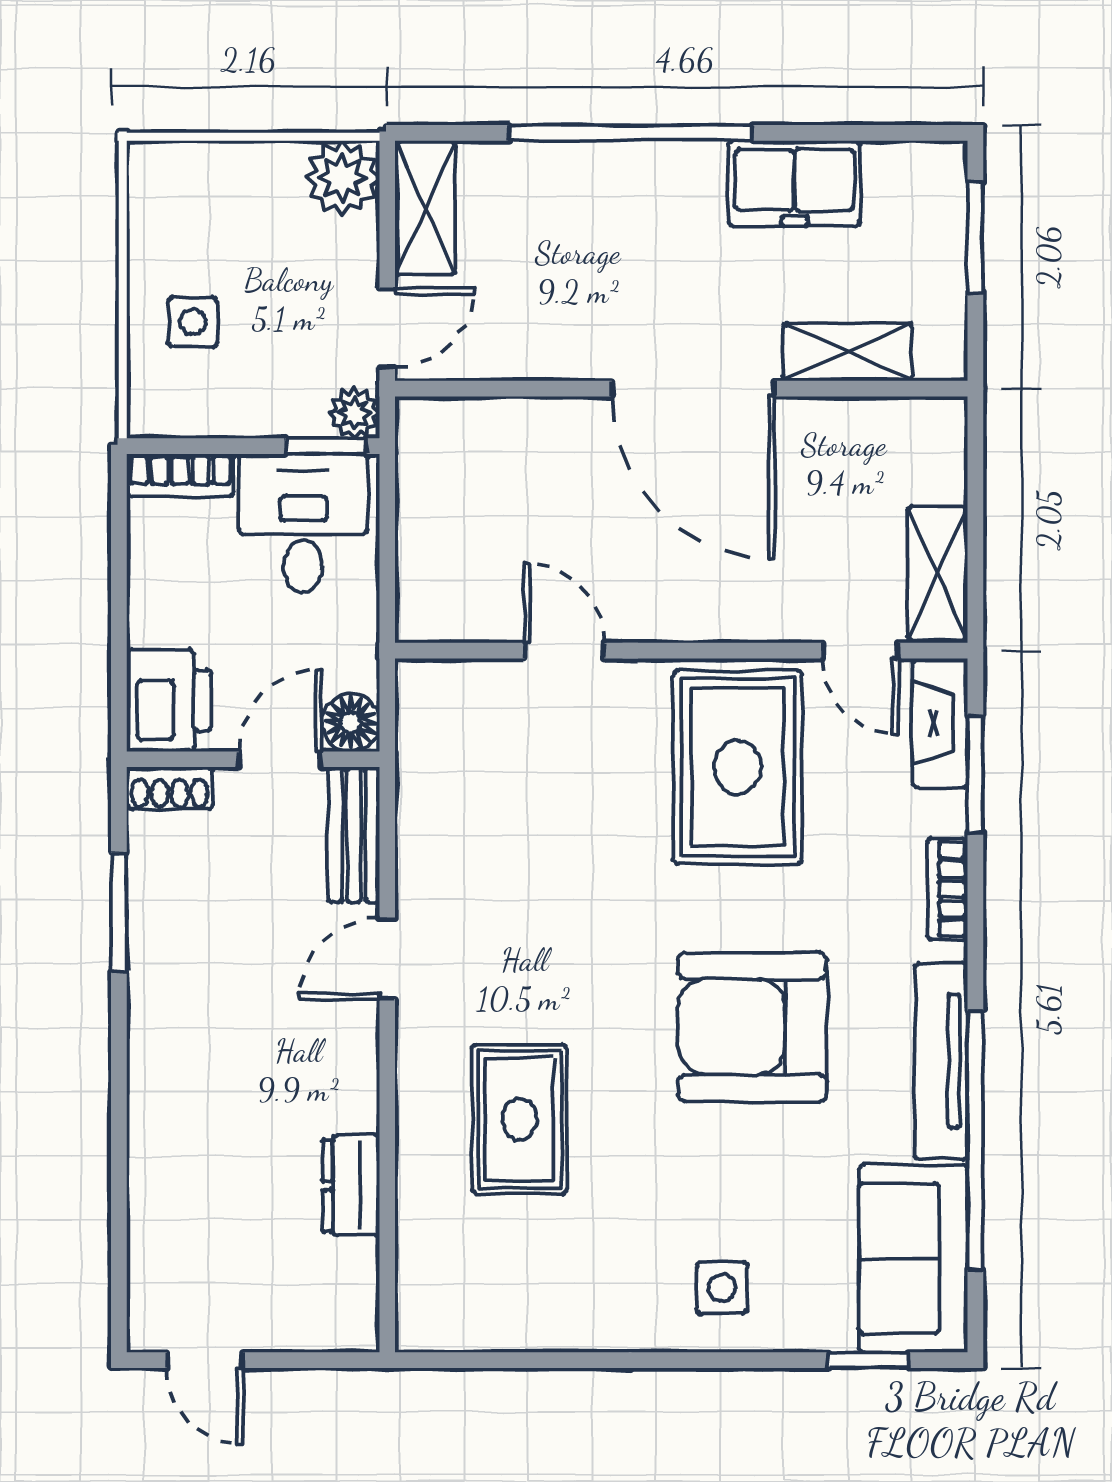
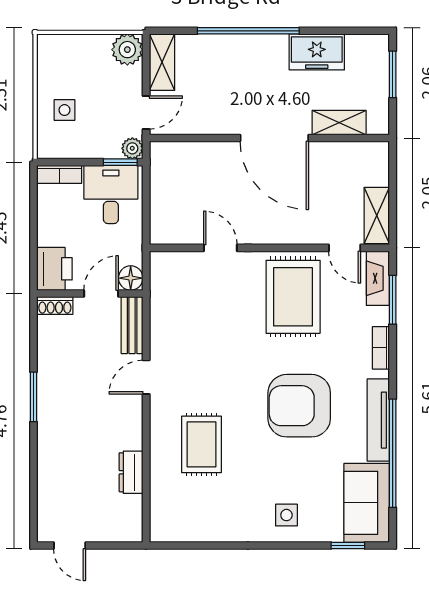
window: (119, 912) -> (34, 397), moved

